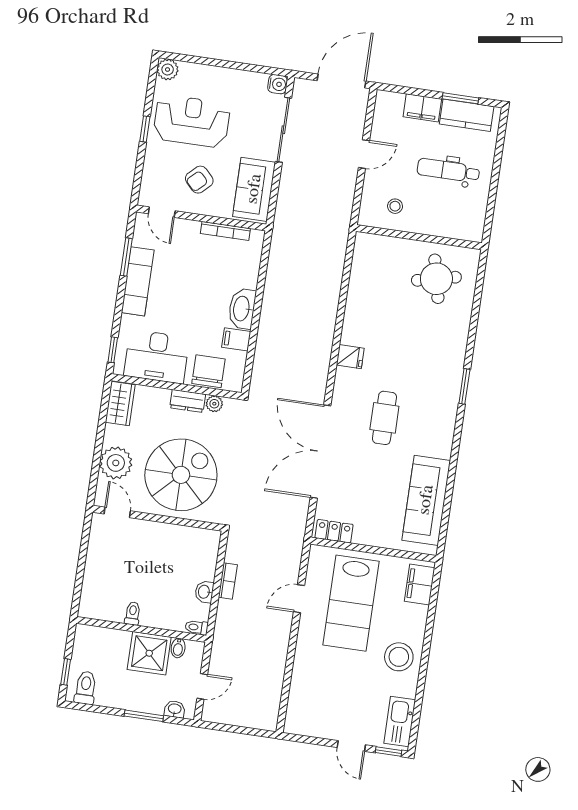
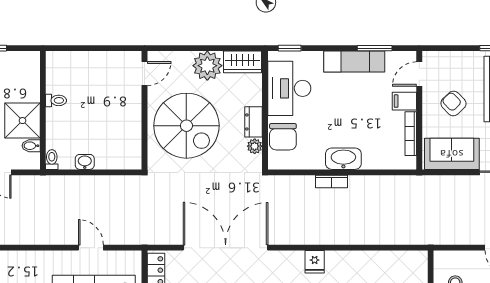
filing cabinet: (236, 339) -> (404, 101), moved, turned -90
chair: (208, 371) -> (283, 137), turned 90
plant: (116, 463) -> (207, 66), moved
bookcase: (228, 581) -> (331, 182), moved

